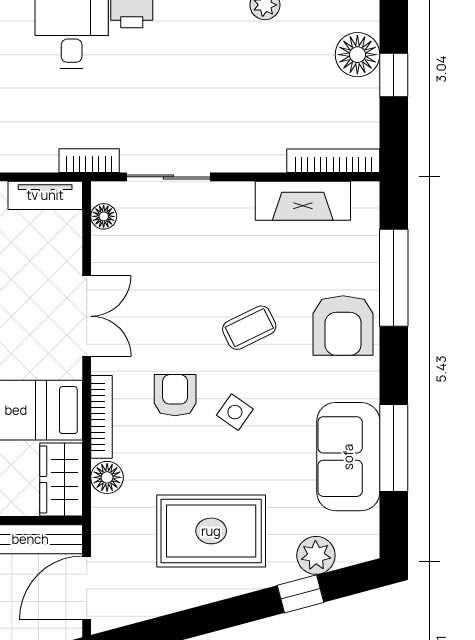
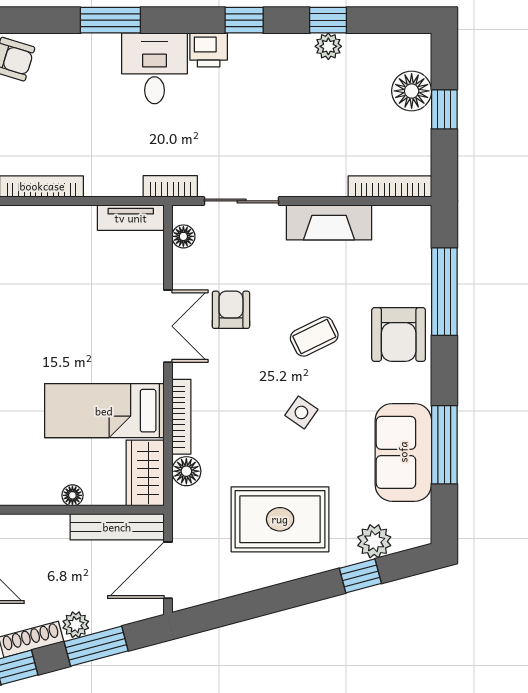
fireplace: (303, 201) -> (329, 222), moved
armchair: (175, 395) -> (231, 310), moved

